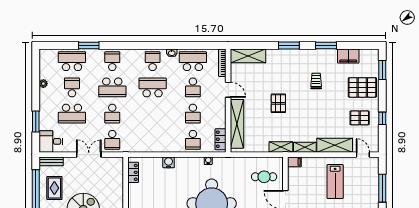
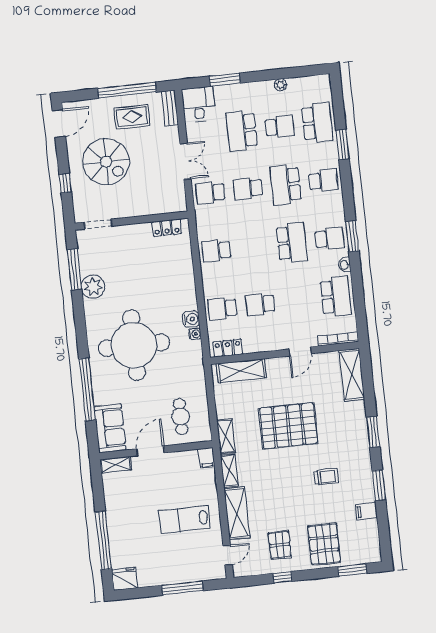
window: (153, 45) -> (352, 236), added
filing cabinet: (348, 56) -> (366, 511), width x0.50
school desk: (193, 87) -> (216, 251), moved
pallet: (278, 103) -> (288, 426), width x2.05, depth x2.00
shelving: (237, 124) -> (241, 371), width x0.68
water cooler: (169, 162) -> (191, 319), moved

